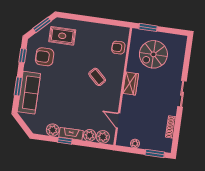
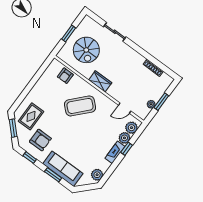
window: (148, 27) -> (69, 34), moved
armchair: (45, 57) -> (40, 140), turned -90
coffee table: (97, 77) -> (80, 106), width x1.86, depth x1.72
sliding door: (182, 94) -> (115, 32), moved
plant: (53, 130) -> (97, 175), moved
window: (65, 141) -> (127, 149), moved
window: (155, 154) -> (161, 102), moved

